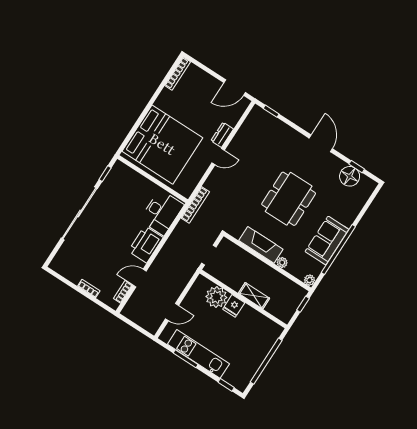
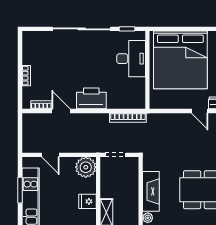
bookcase: (195, 205) -> (128, 118), moved
desk: (162, 212) -> (131, 59), moved, turned -90
plant: (216, 297) -> (86, 167), moved

